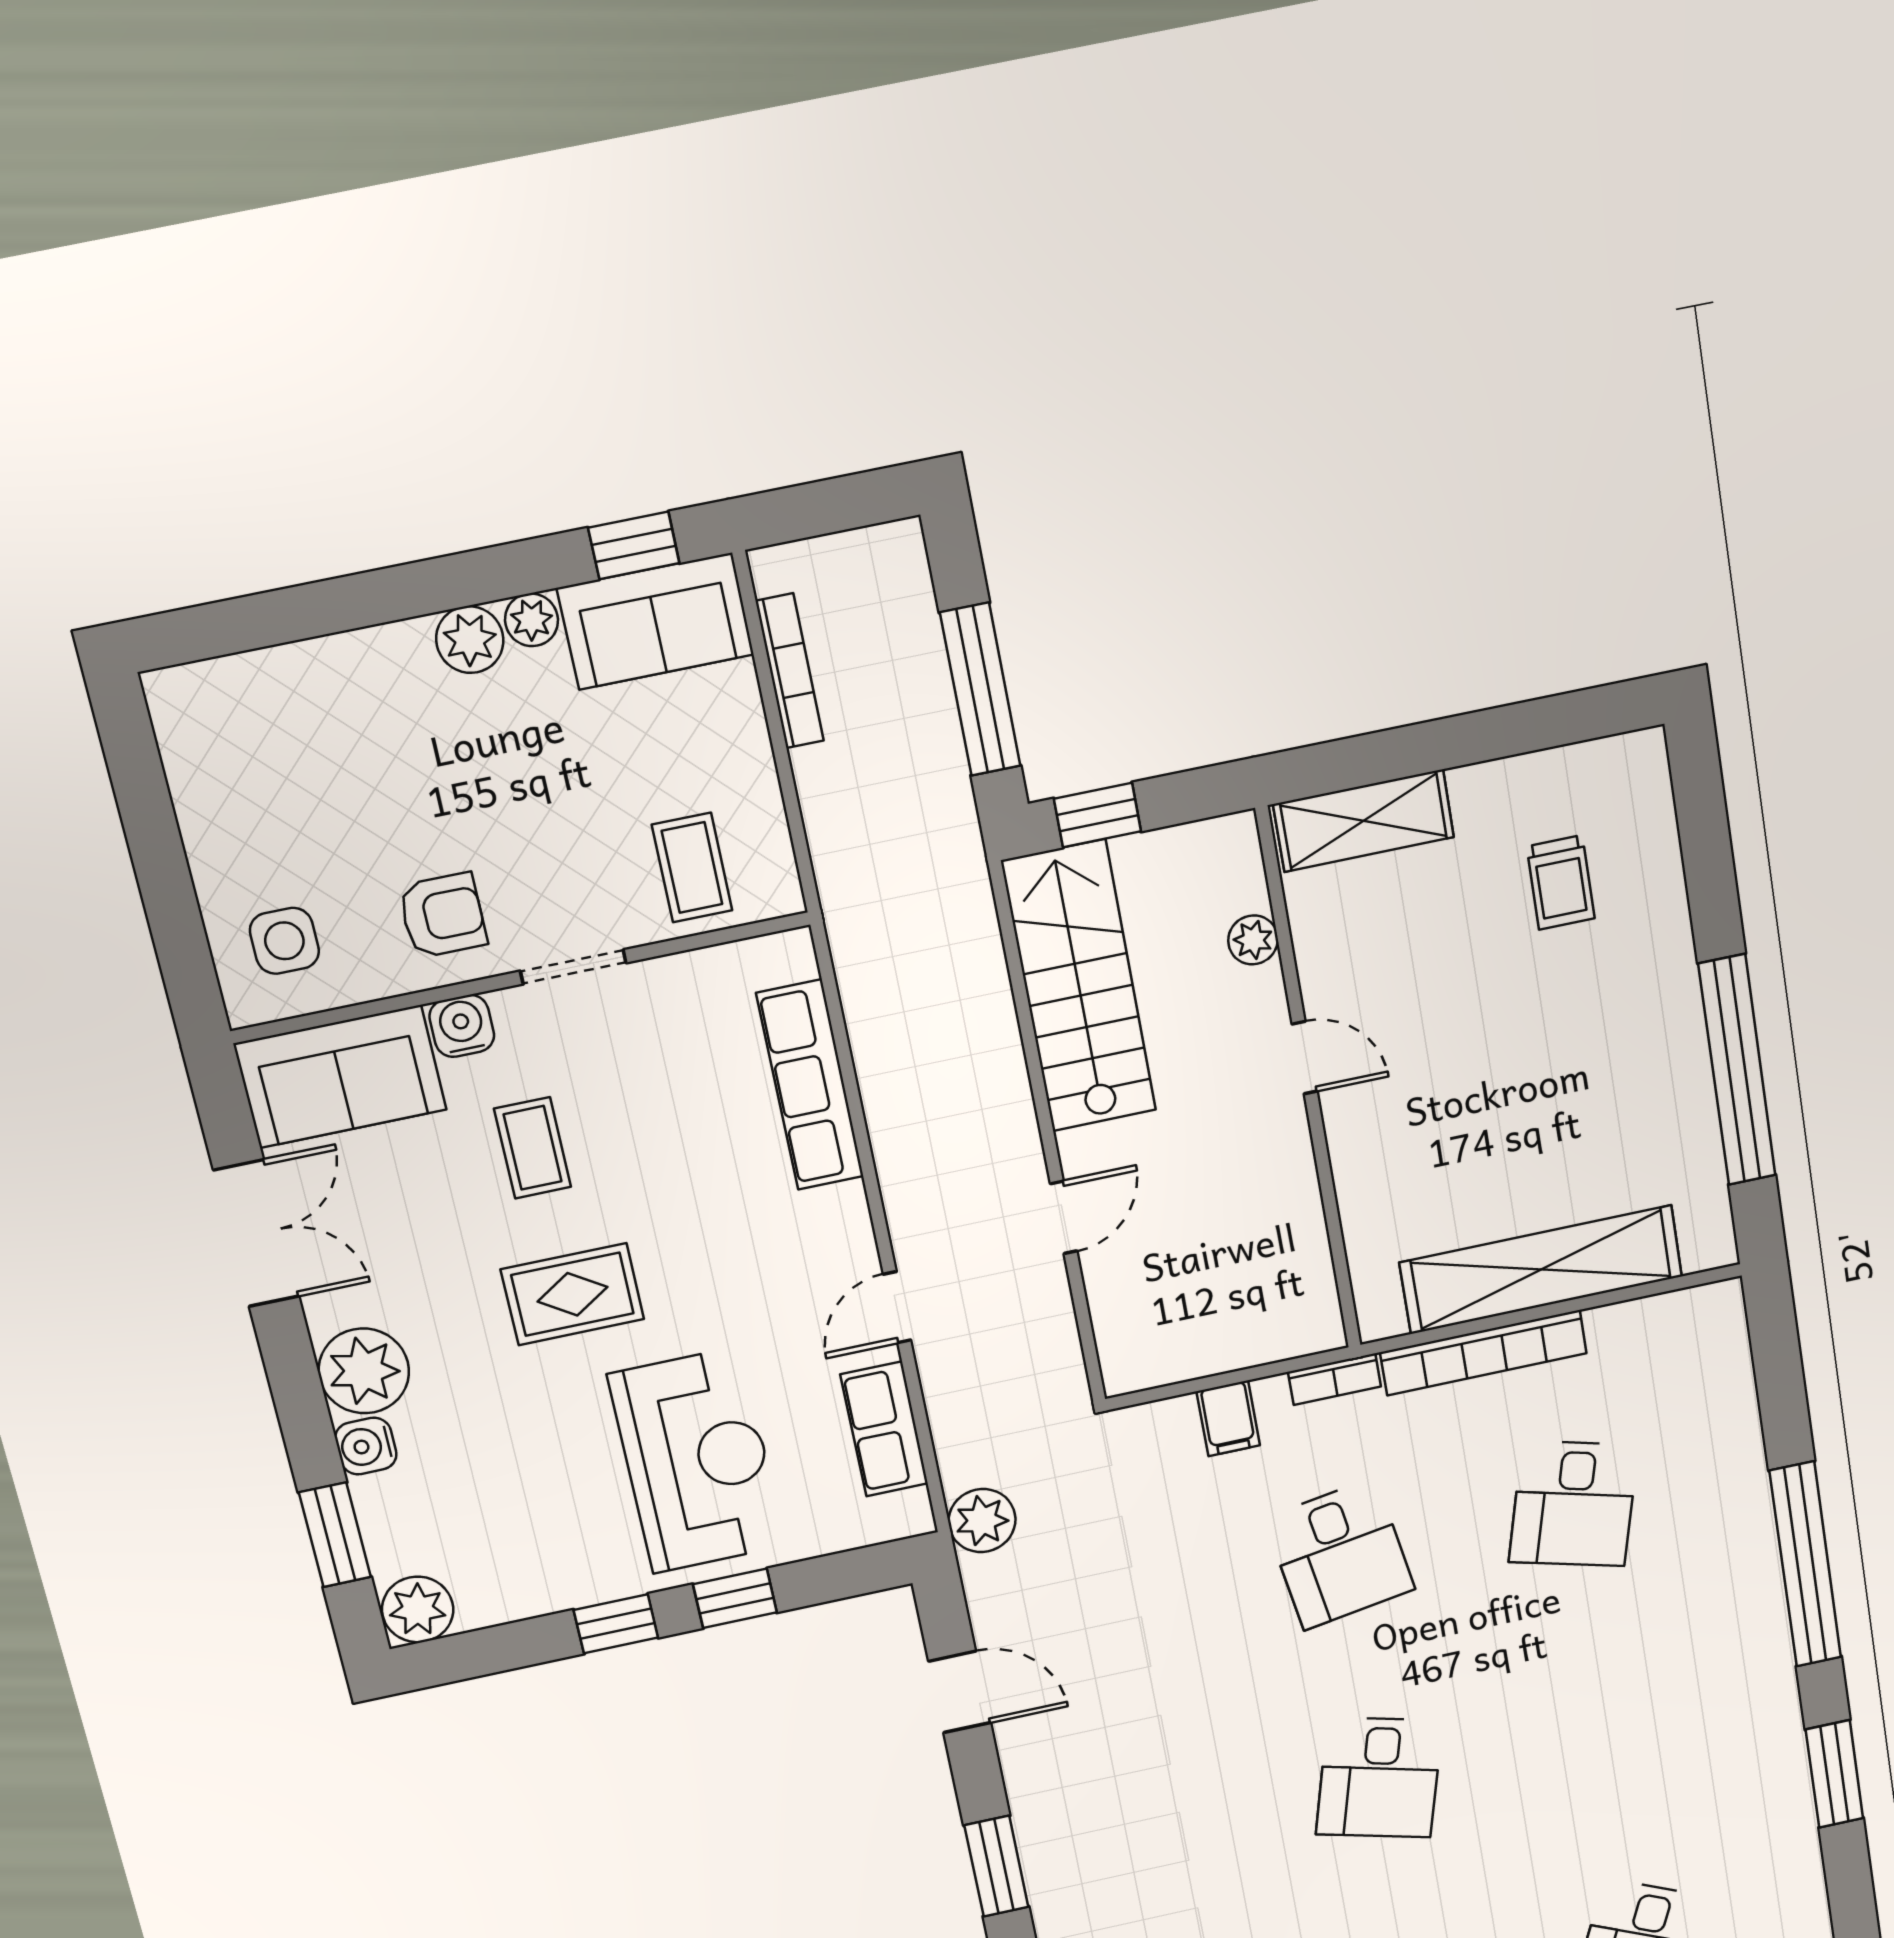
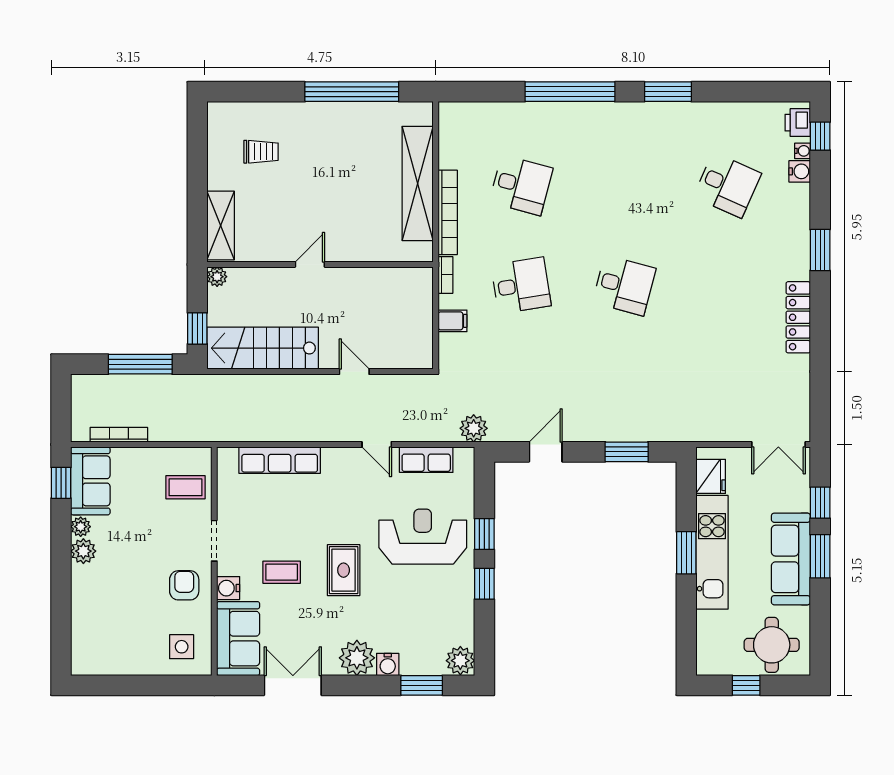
plant: (1253, 940) -> (217, 277), moved

